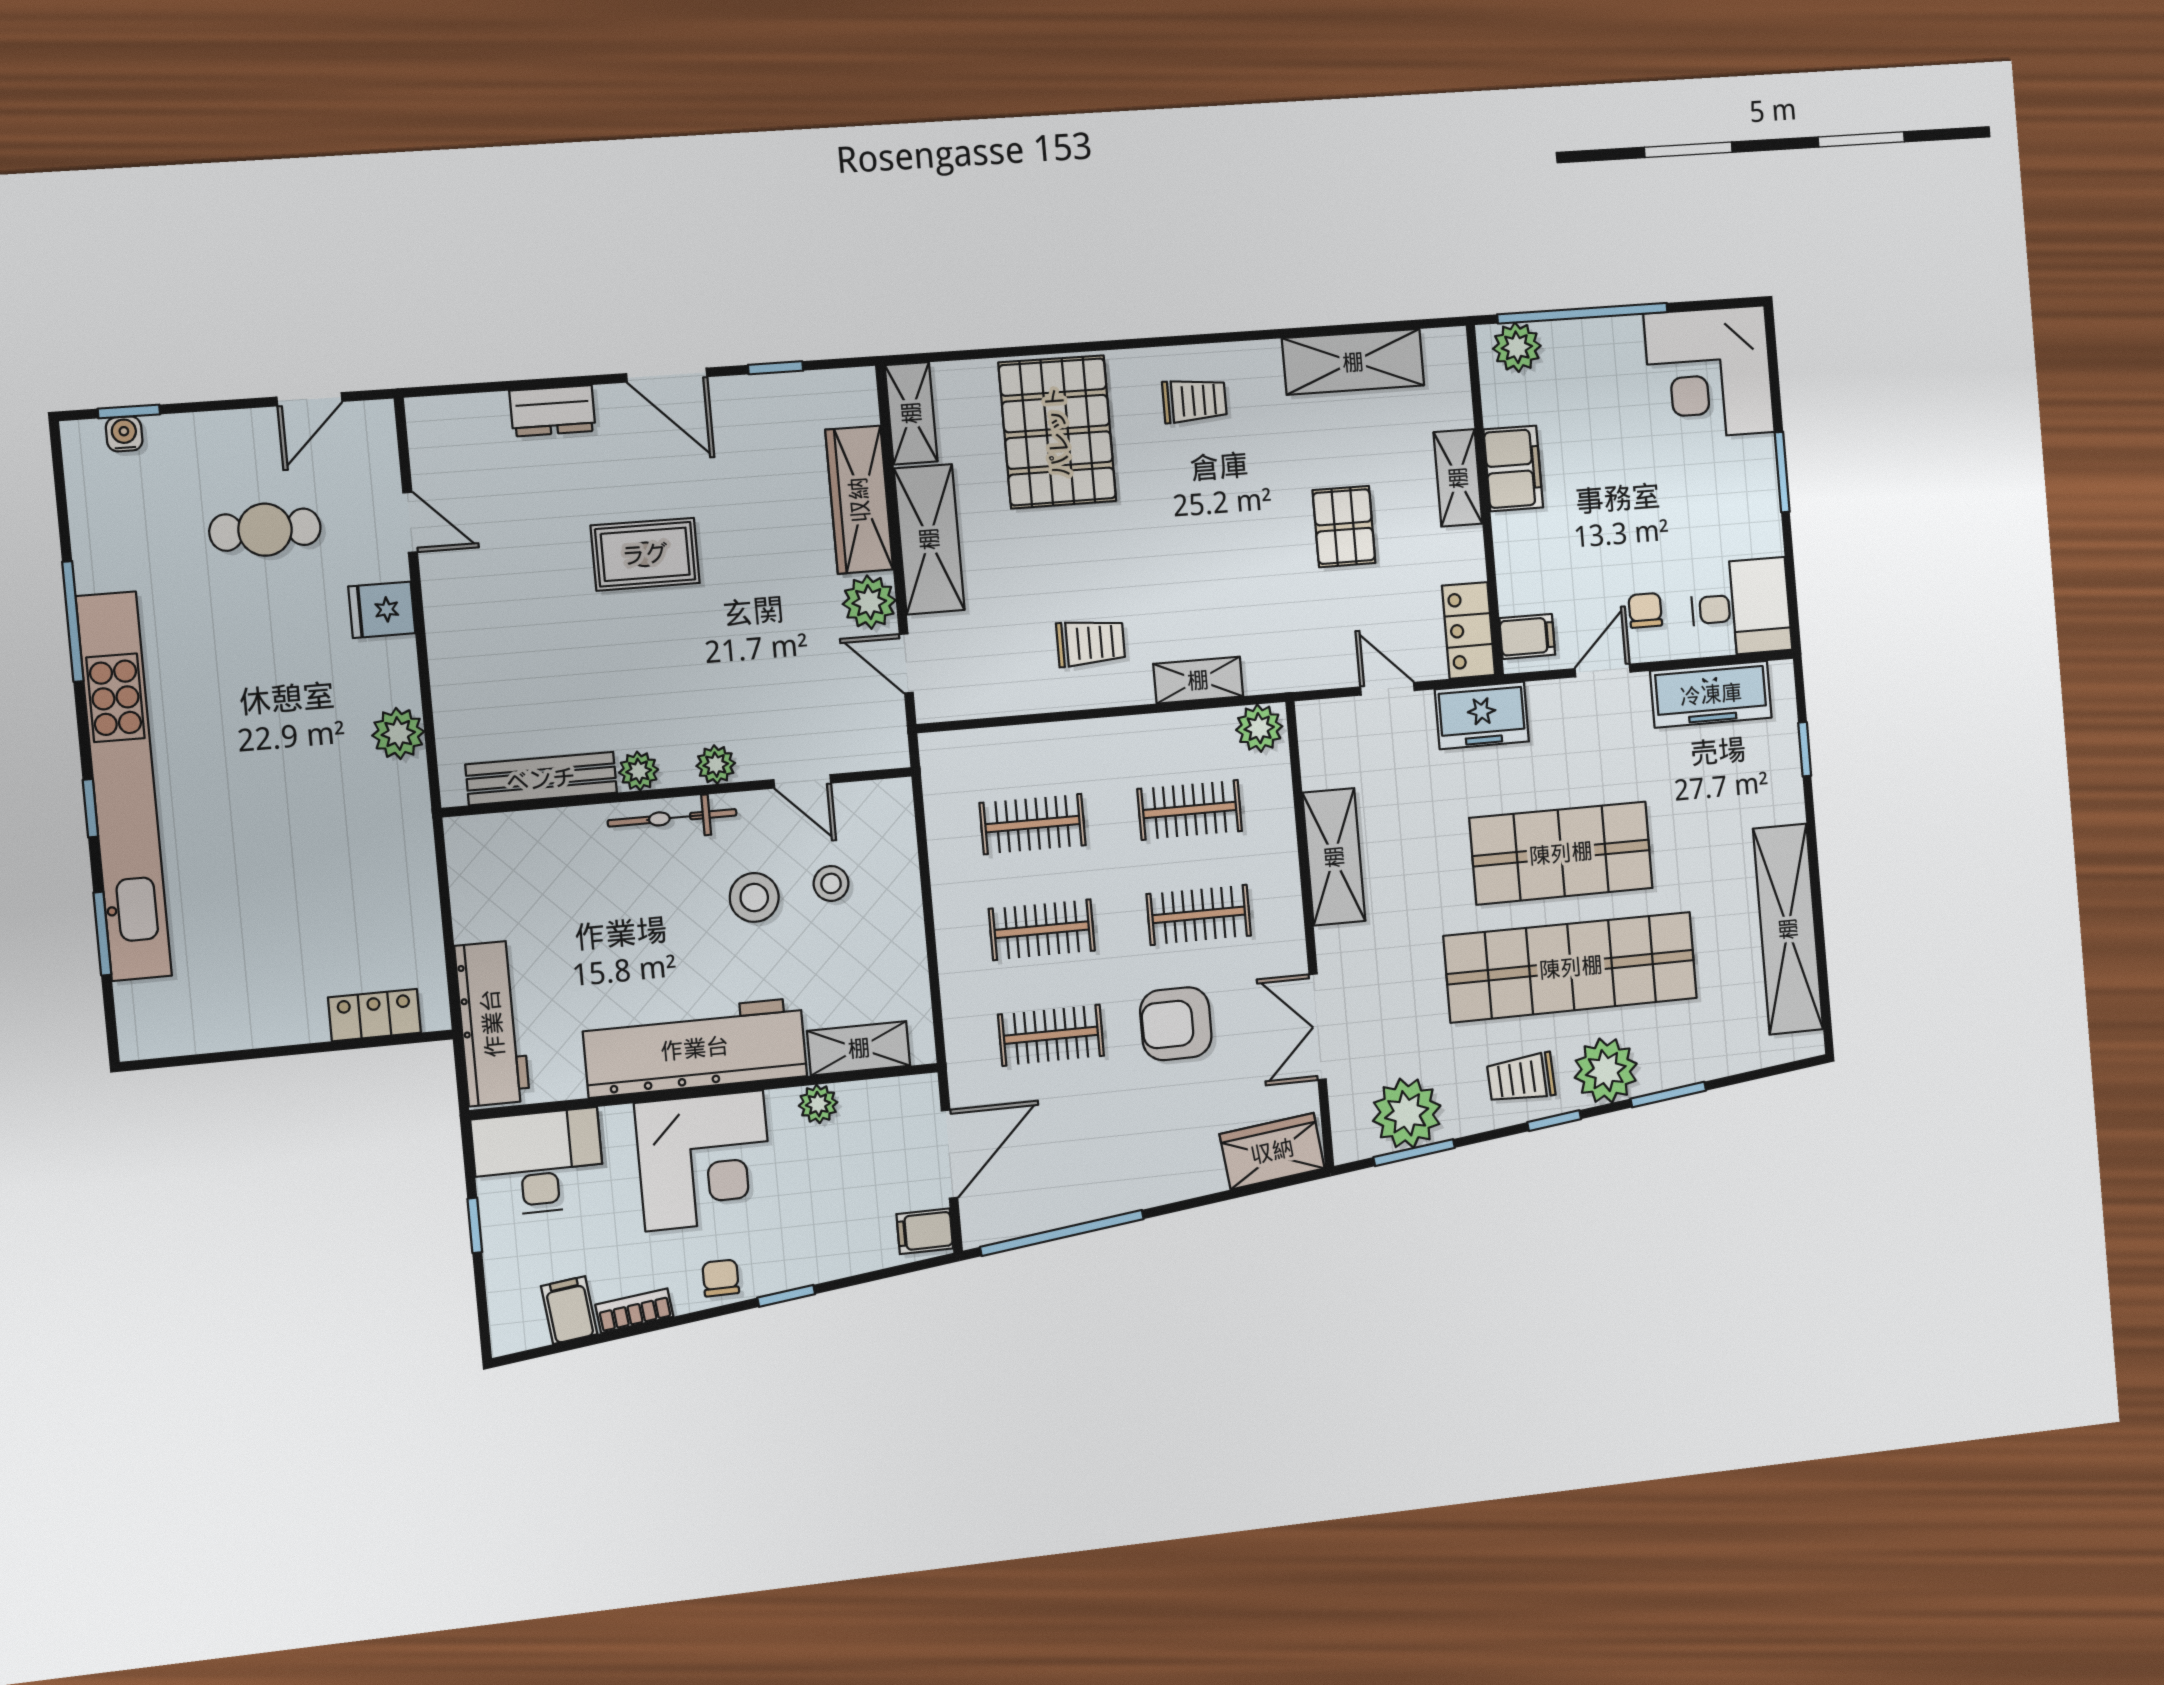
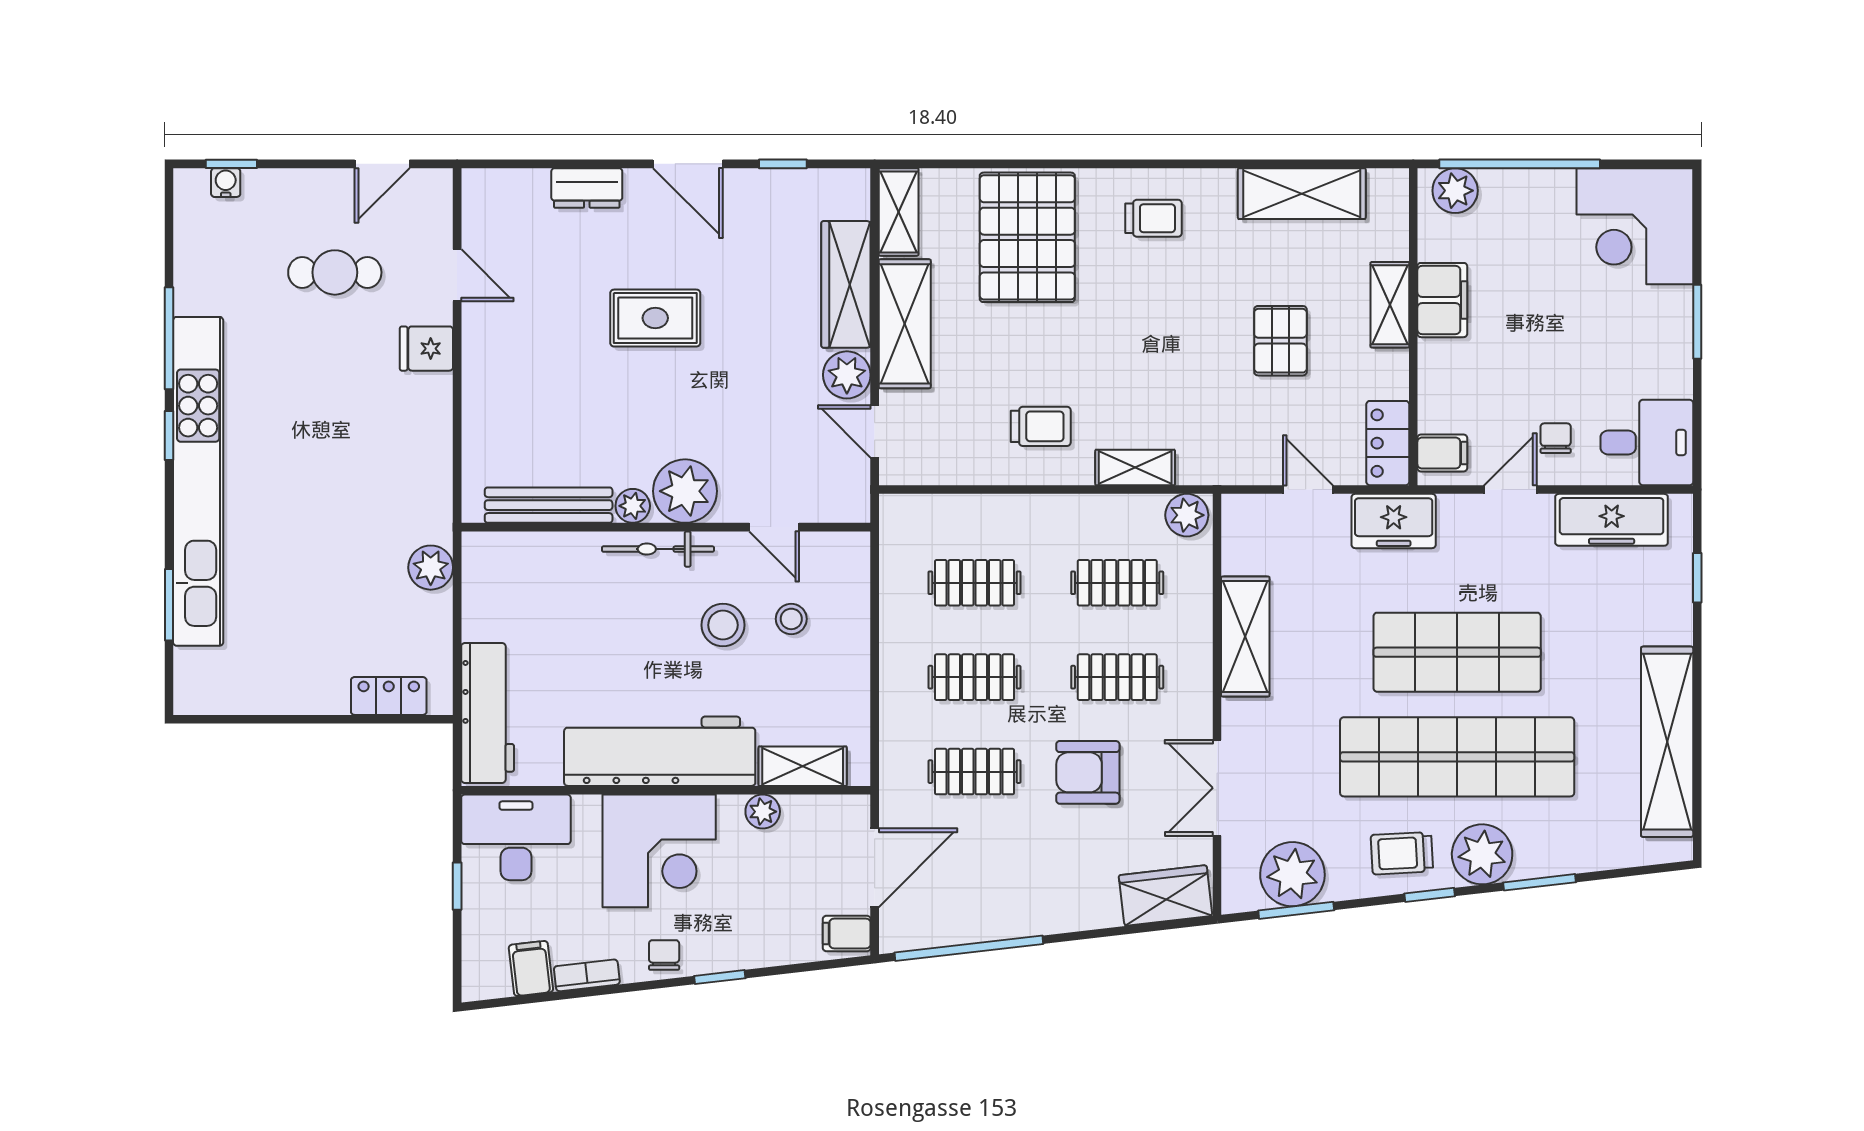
plant: (398, 734) -> (431, 568), moved
plant: (716, 765) -> (685, 491), width x1.87, depth x1.87
window: (90, 808) -> (169, 435), moved

